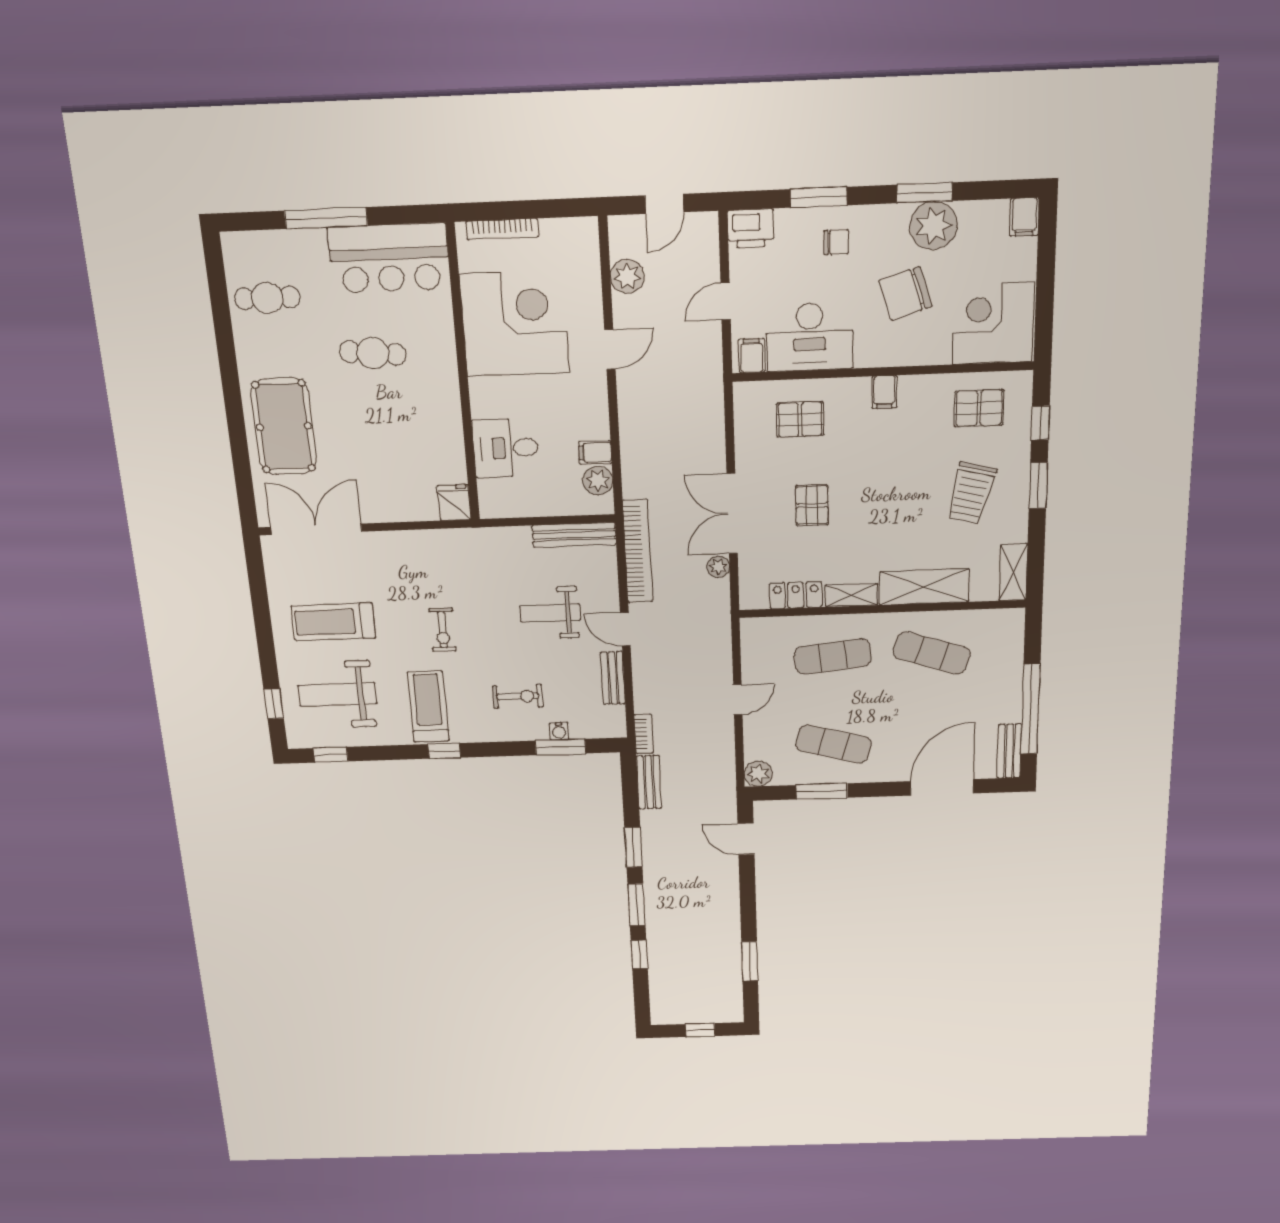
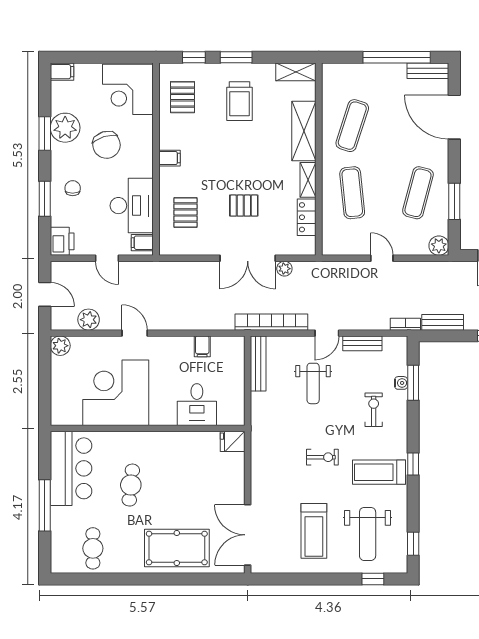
bookcase: (502, 229) -> (56, 396), removed
plant: (598, 481) -> (60, 346), moved
trolley: (971, 493) -> (240, 101), turned 76

